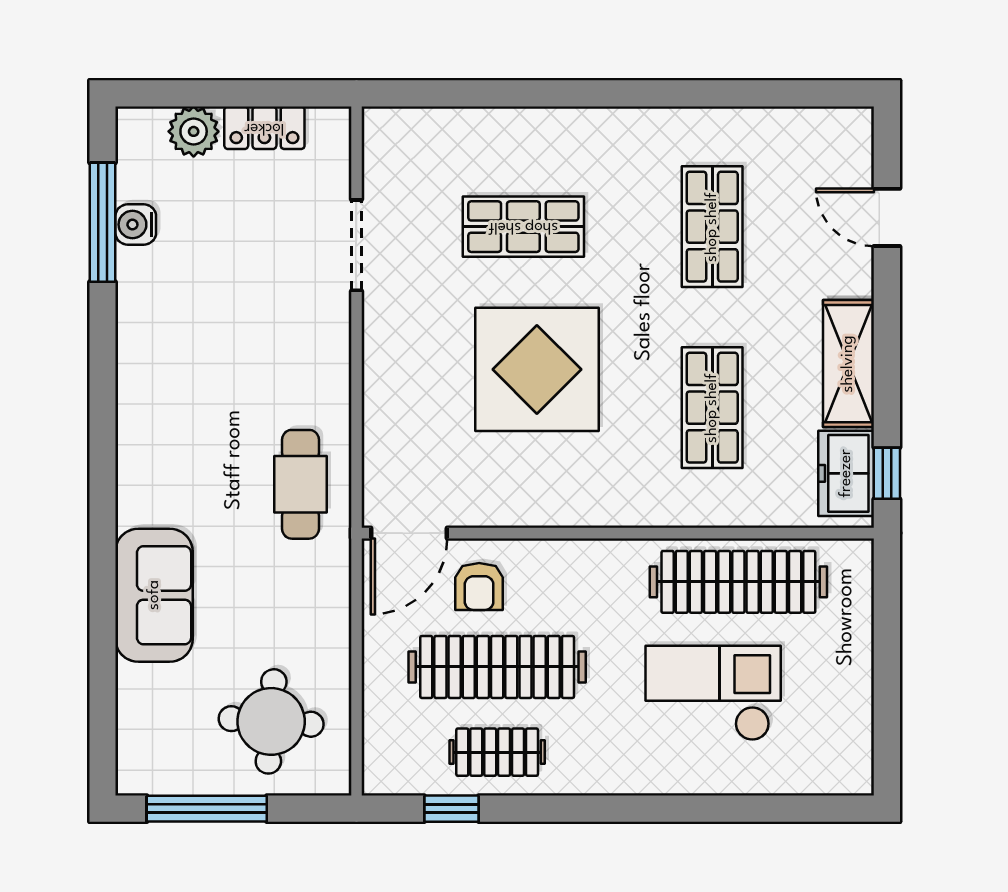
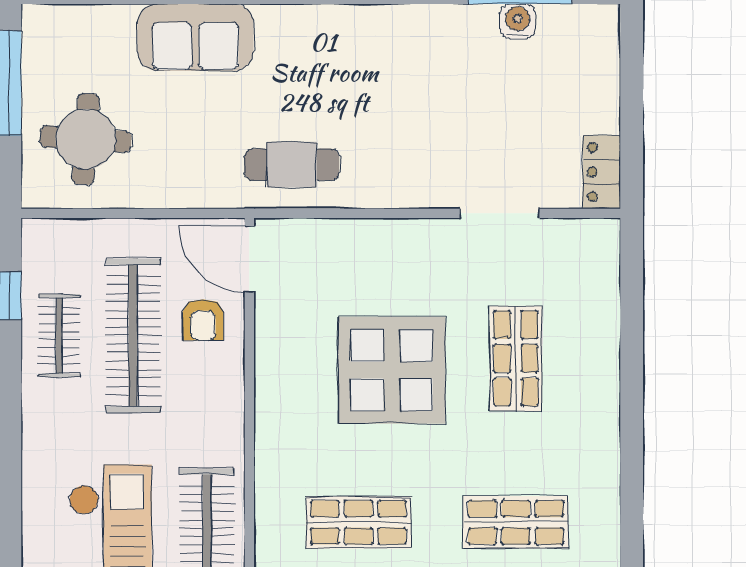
locker: (264, 128) -> (602, 172), moved
plant: (194, 131) -> (598, 72), removed
armchair: (479, 586) -> (203, 320), turned -90

